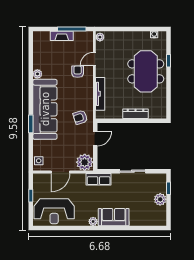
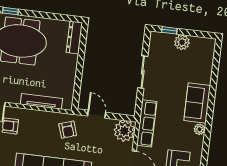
dresser: (136, 114) -> (74, 37), moved
row of seats: (99, 179) -> (147, 123), width x1.48

